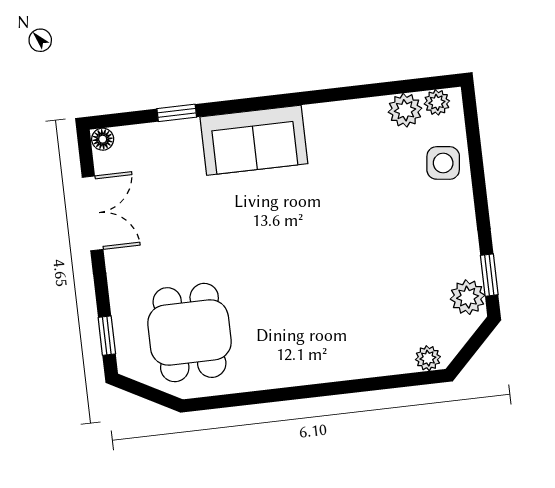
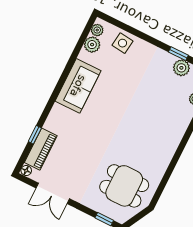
piano: (158, 140) -> (41, 149), added
sofa: (254, 140) -> (78, 86), moved
double door: (93, 213) -> (53, 193), swing flipped

